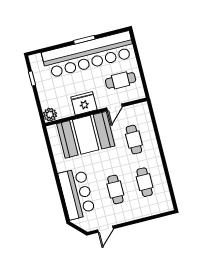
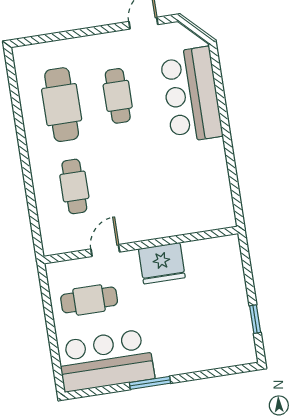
bar counter: (88, 54) -> (106, 360), width x0.54
plant: (50, 115) -> (228, 248), removed
booth: (86, 135) -> (164, 204), removed
cafe table: (145, 182) -> (62, 105), width x1.37, depth x1.35

